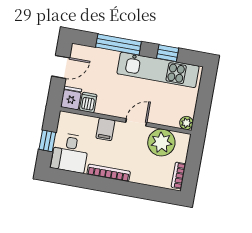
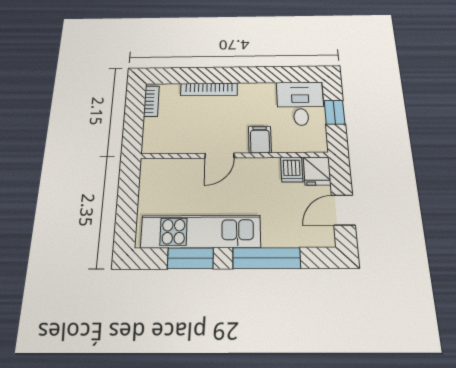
window: (168, 53) -> (190, 258), width x1.50
plant: (186, 123) -> (149, 167), removed
plant: (161, 142) -> (180, 137), removed
bookcase: (109, 173) -> (209, 89), moved

